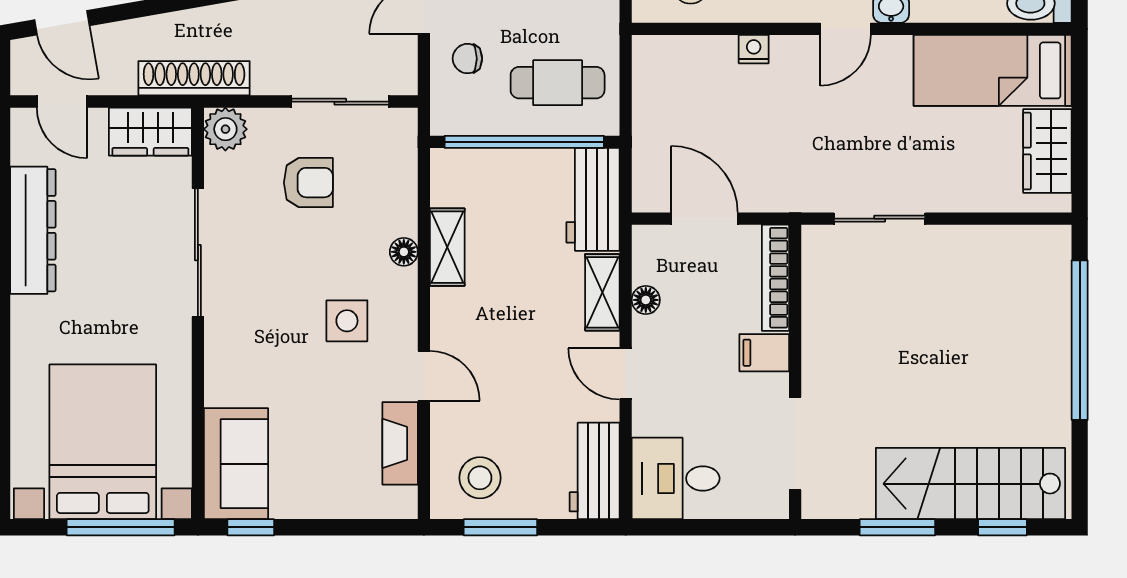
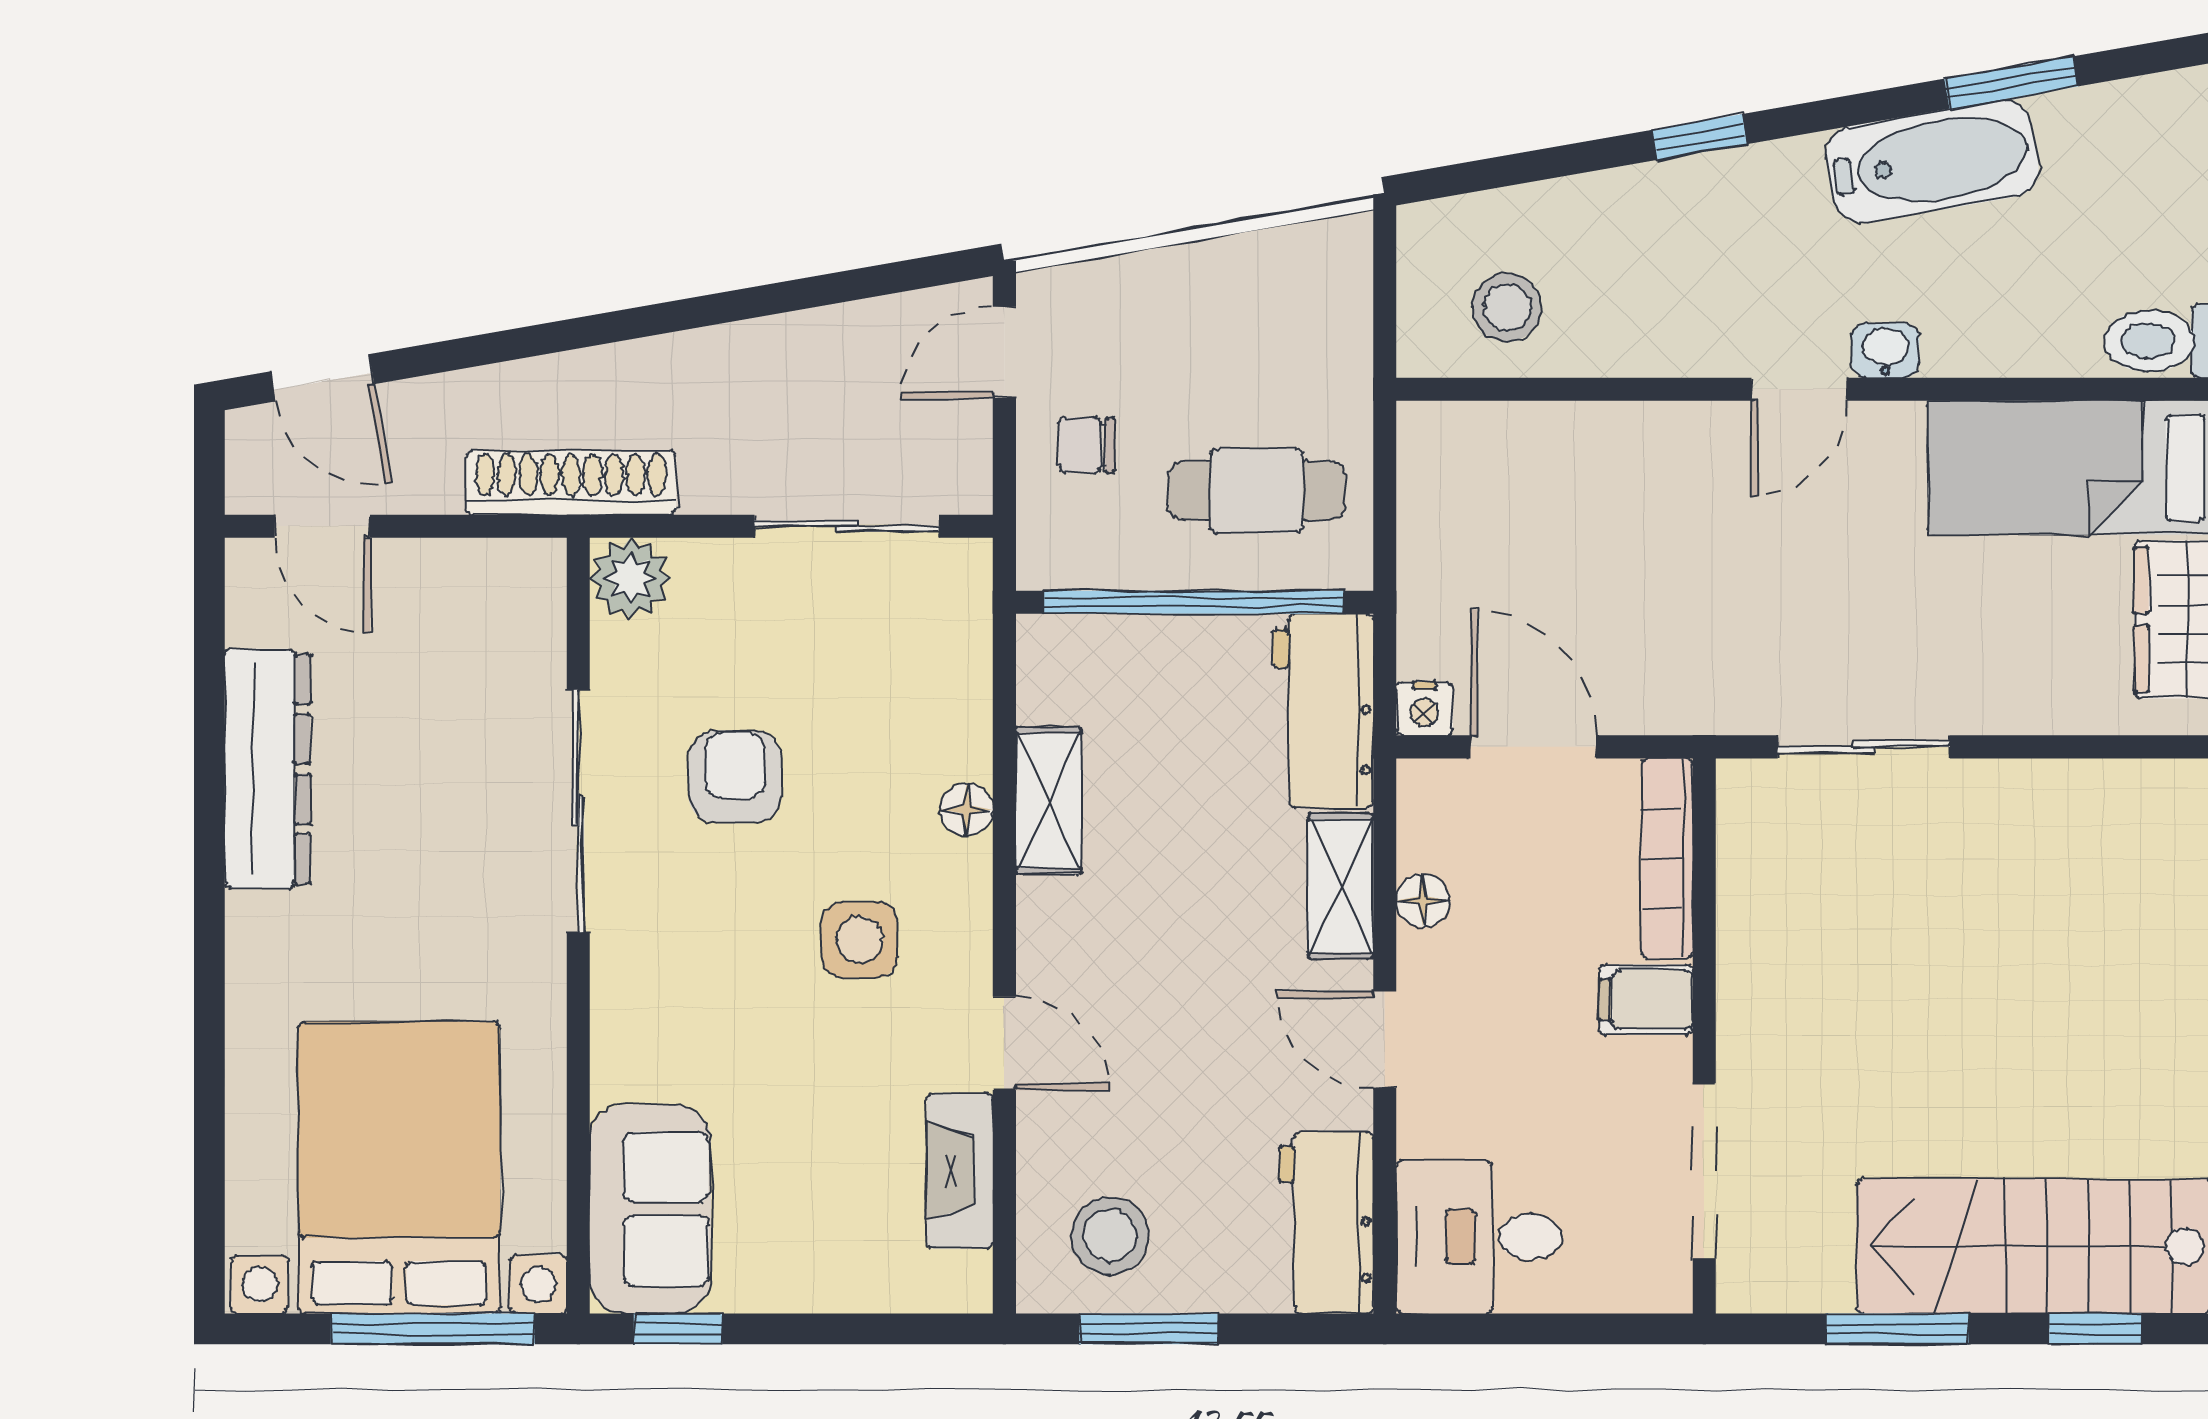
nightstand: (754, 49) -> (1424, 709), moved, turned 180
wardrobe: (150, 132) -> (489, 583), removed
armchair: (308, 183) -> (735, 777), moved, turned -90

